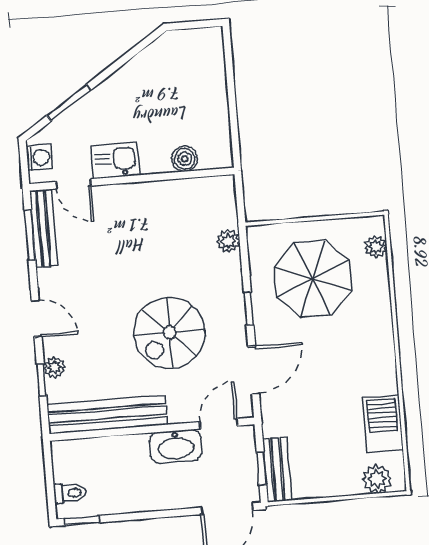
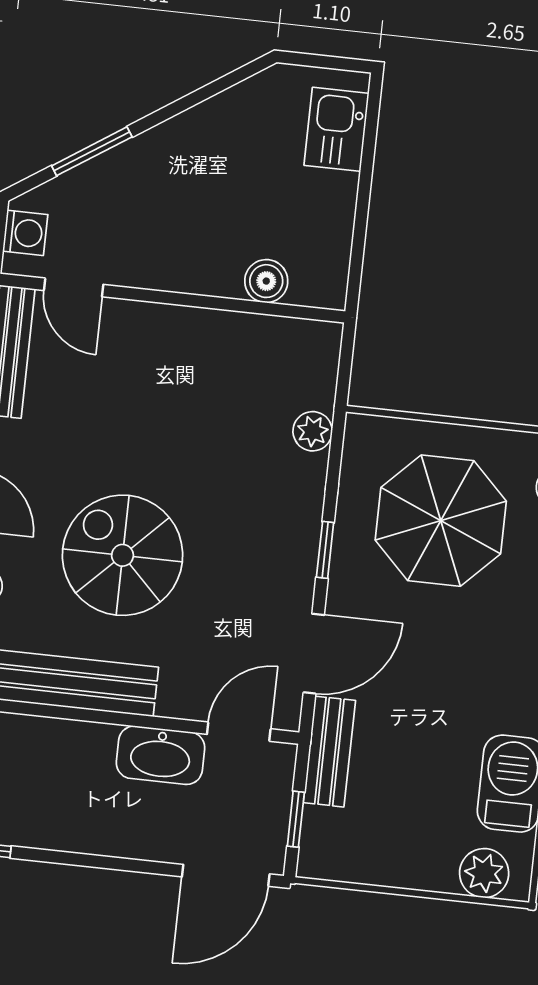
kitchen sink: (115, 160) -> (337, 129), moved, turned -90
spiral stairs: (170, 333) -> (123, 555), moved, turned 90
bench: (277, 470) -> (329, 752), moved

